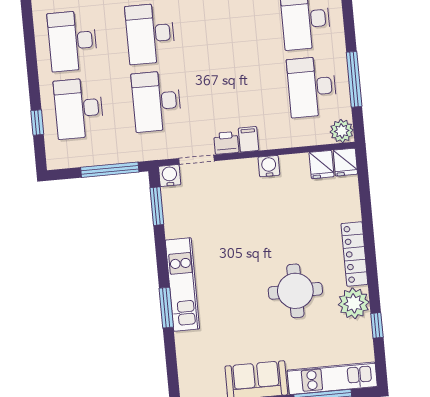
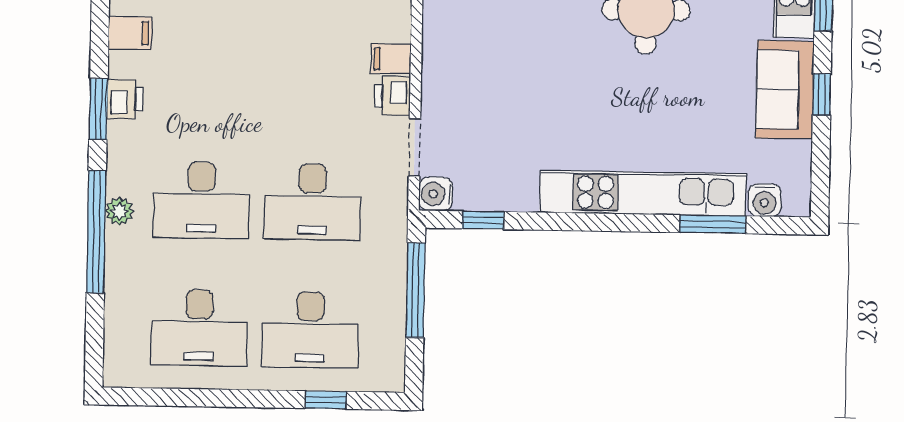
water cooler: (269, 166) -> (765, 200), moved, turned -90
window: (157, 206) -> (483, 220), width x0.67
kitchen unit: (182, 284) -> (643, 193), width x1.36
window: (166, 308) -> (713, 224), moved

